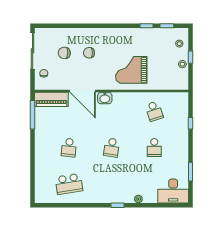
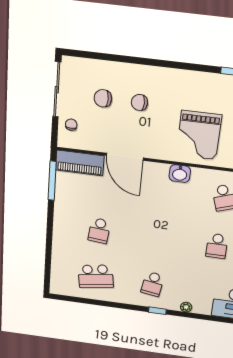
grand piano: (131, 70) -> (199, 135), turned -90
washbasin: (105, 98) -> (180, 174), moved
school desk: (112, 148) -> (153, 284), moved

